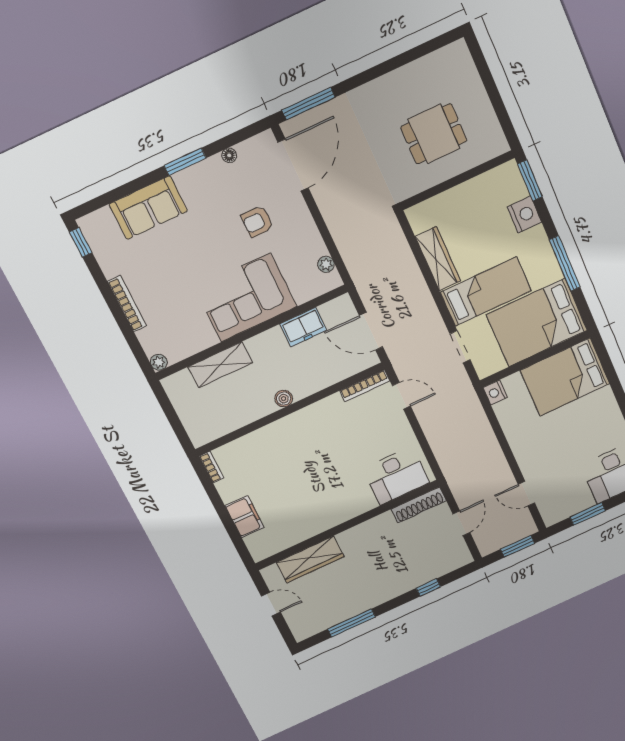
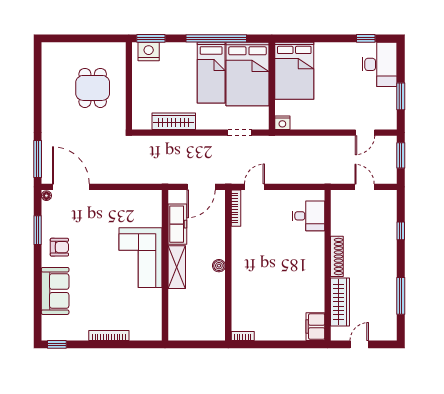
floor lamp: (229, 155) -> (46, 196), moved
window: (185, 162) -> (38, 230), moved
nightstand: (524, 215) -> (149, 52), moved
armchair: (257, 221) -> (59, 247), moved, turned -90
window: (565, 263) -> (216, 38), width x1.46
plant: (326, 264) -> (143, 196), removed
bed: (486, 292) -> (211, 73), moved, turned 180
freezer: (303, 327) -> (177, 224), width x1.40
plant: (159, 362) -> (156, 335), removed
shelving: (220, 365) -> (177, 267), moved
desk: (396, 476) -> (309, 216), width x0.73
shoe rack: (419, 505) -> (337, 256), moved
filing cabinet: (245, 517) -> (315, 327), moved, turned -90

